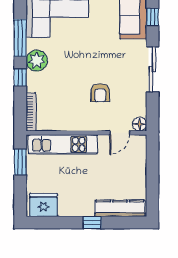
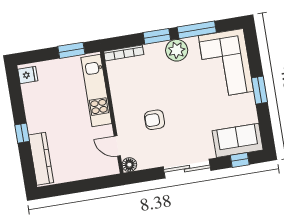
window: (20, 77) -> (157, 36), width x1.50
fridge: (44, 205) -> (28, 75), width x0.53, depth x0.75

